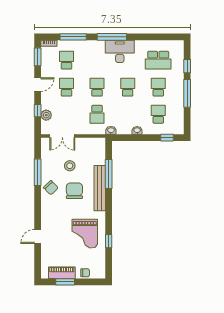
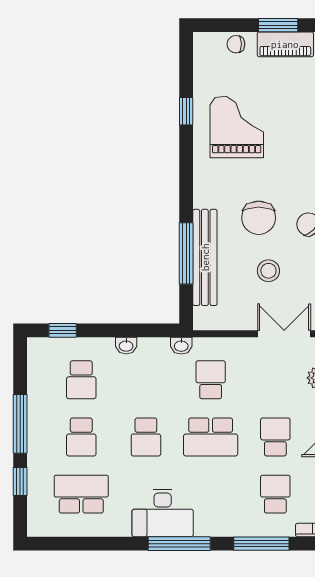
school desk: (67, 60) -> (275, 494), turned 180
school desk: (67, 87) -> (275, 437), turned 180
school desk: (97, 87) -> (211, 437), width x1.85
bench: (100, 188) -> (205, 257), moved

